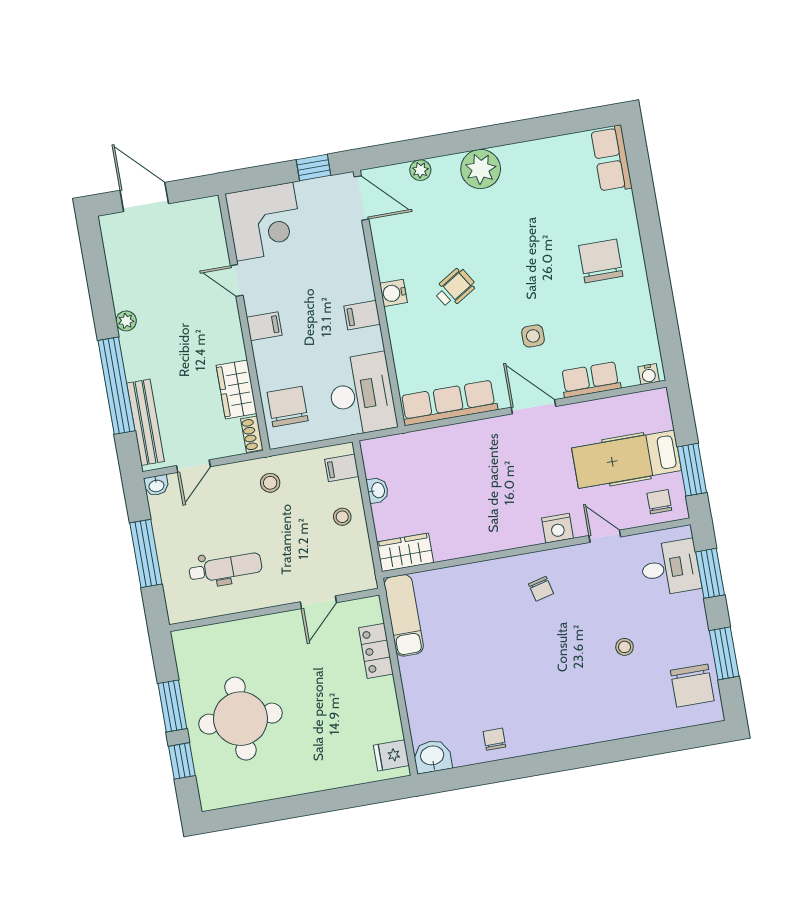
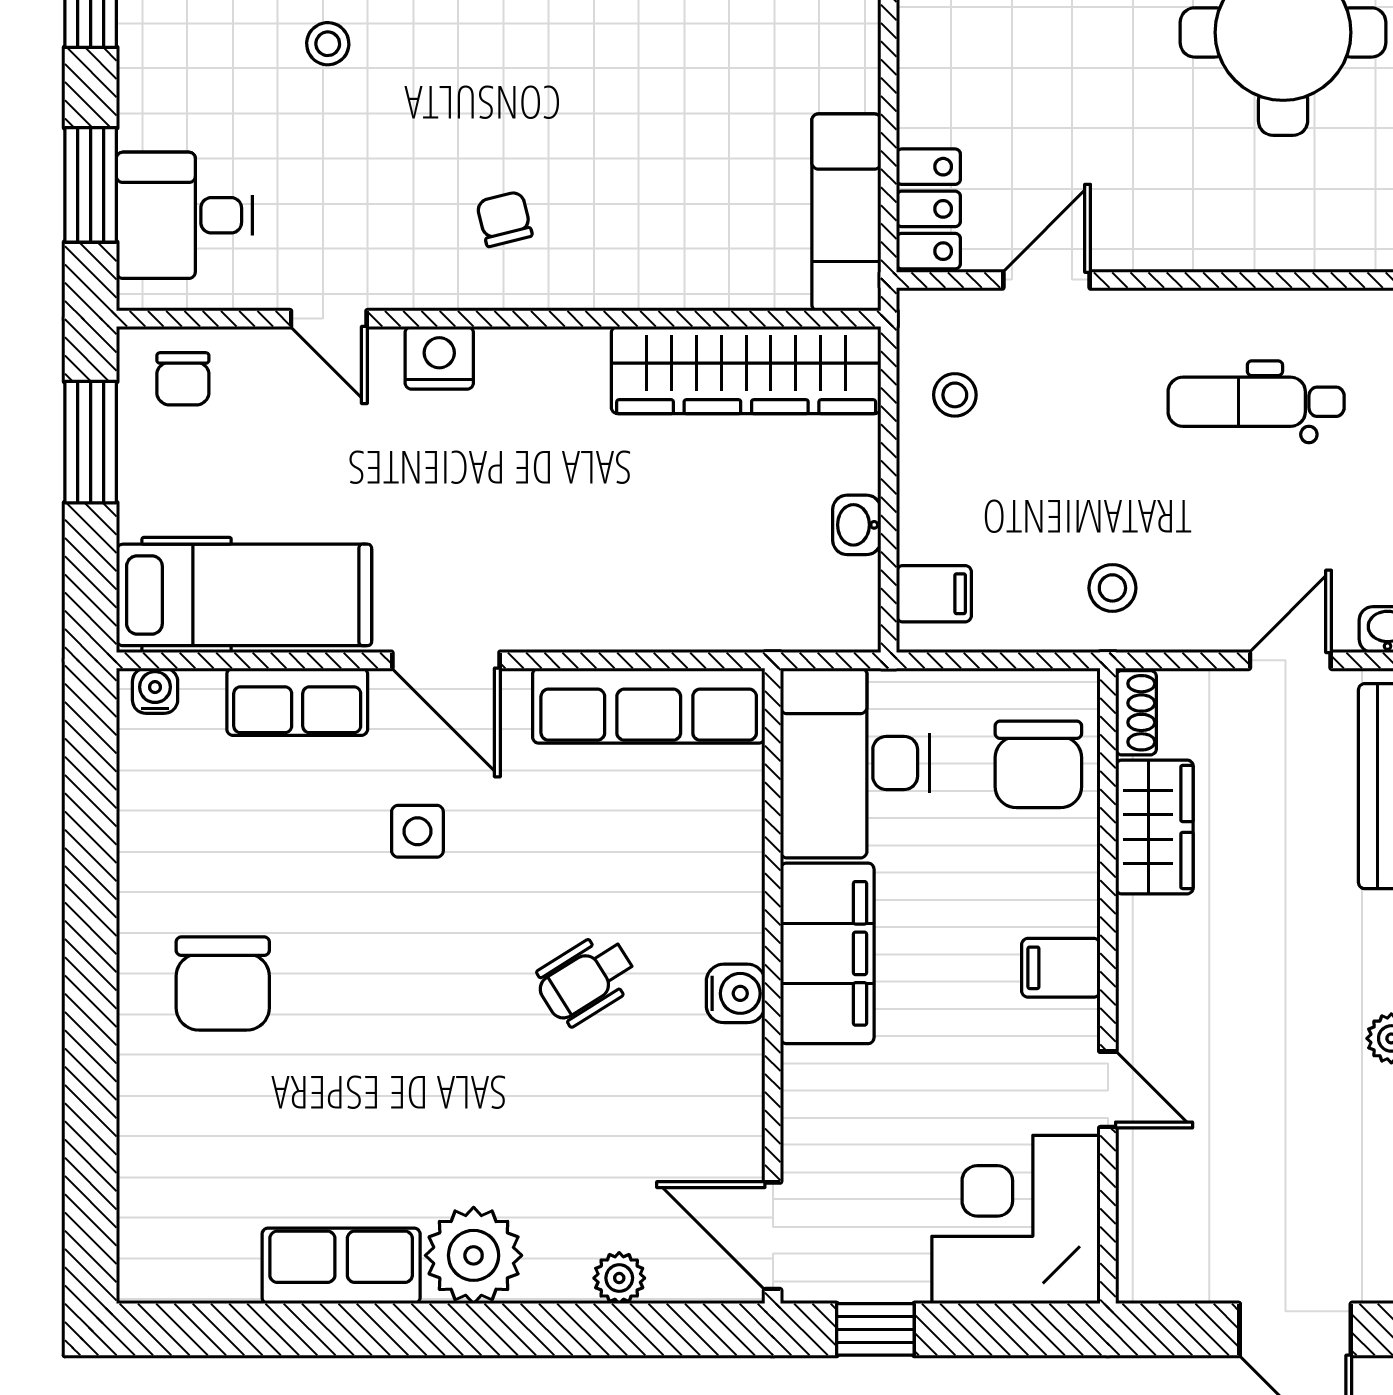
row of seats: (611, 159) -> (341, 1266), moved, turned -90
filing cabinet: (362, 315) -> (827, 953), width x3.00, depth x1.17
hospital bed: (627, 459) -> (244, 595), moved
stool: (342, 517) -> (955, 395), moved
wardrobe: (405, 552) -> (746, 370), width x2.10, depth x1.17
locker: (376, 651) -> (928, 209), moved

